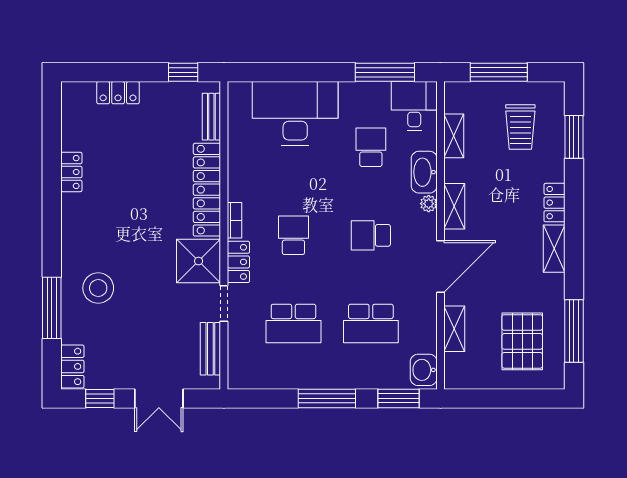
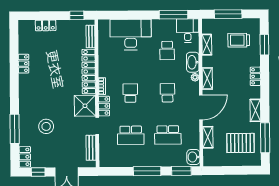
trolley: (520, 127) -> (239, 40), turned 90
school desk: (371, 147) -> (167, 51), turned 180
school desk: (371, 235) -> (167, 93), turned 90
shelving: (554, 249) -> (255, 110), moved
stool: (98, 288) -> (46, 126), moved
pallet: (522, 341) -> (240, 143), turned 90

